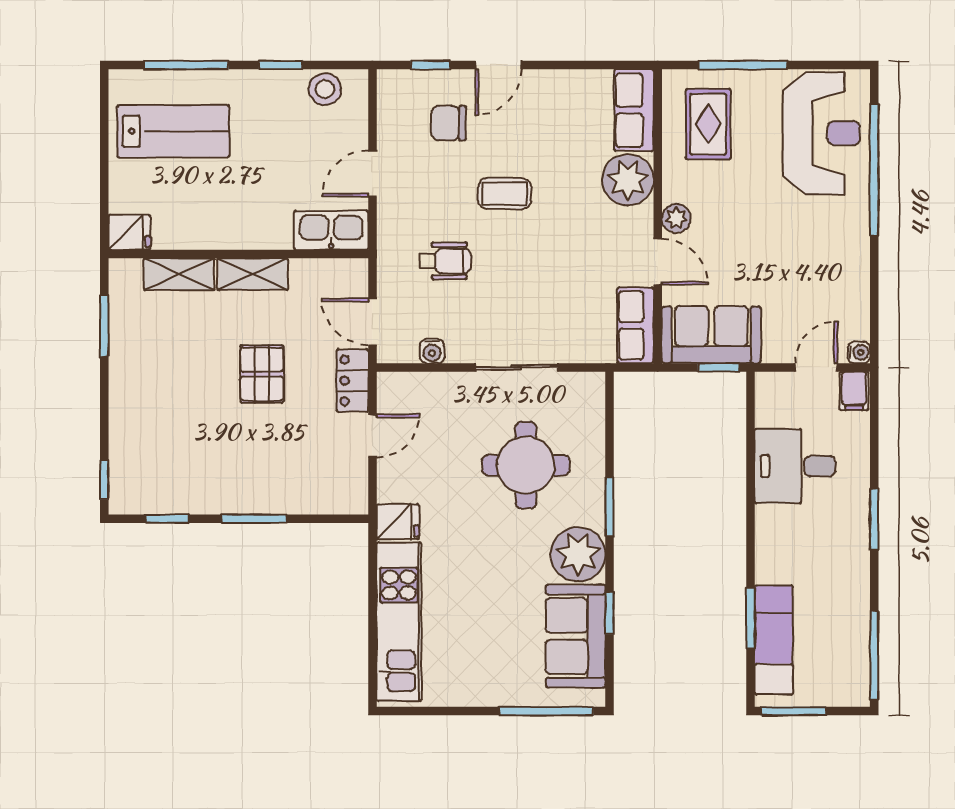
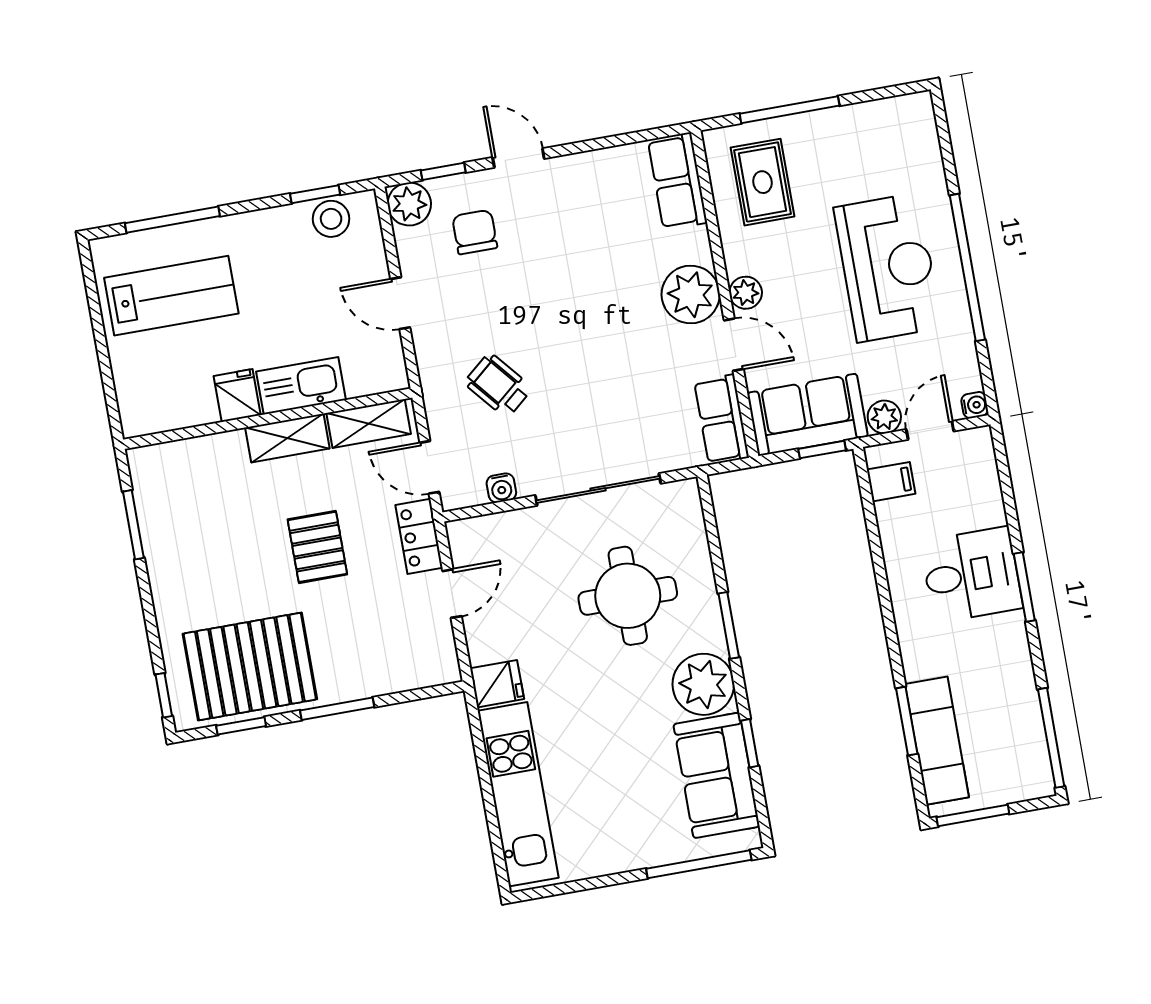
window: (281, 65) -> (315, 194), moved
door: (498, 65) -> (518, 158), swing flipped
plant: (396, 88) -> (409, 204), added
chair: (449, 123) -> (475, 232), turned 90
reception desk: (821, 133) -> (888, 268), moved
window: (874, 170) -> (967, 267), moved
door: (372, 174) -> (400, 303), hinge flipped
plant: (628, 180) -> (691, 294), moved
coffee table: (505, 194) -> (551, 299), removed
kitchen sink: (331, 230) -> (301, 386), moved
fridge: (129, 232) -> (237, 396), moved, turned -90
wheelchair: (445, 261) -> (498, 385), turned -130
shelving: (179, 274) -> (369, 424), moved
plant: (778, 349) -> (884, 417), added
sliding door: (516, 367) -> (598, 489), width x1.37
filing cabinet: (854, 391) -> (891, 482), moved, turned -90
desk: (795, 466) -> (971, 575), moved, turned 180
pallet: (184, 468) -> (250, 667), added

